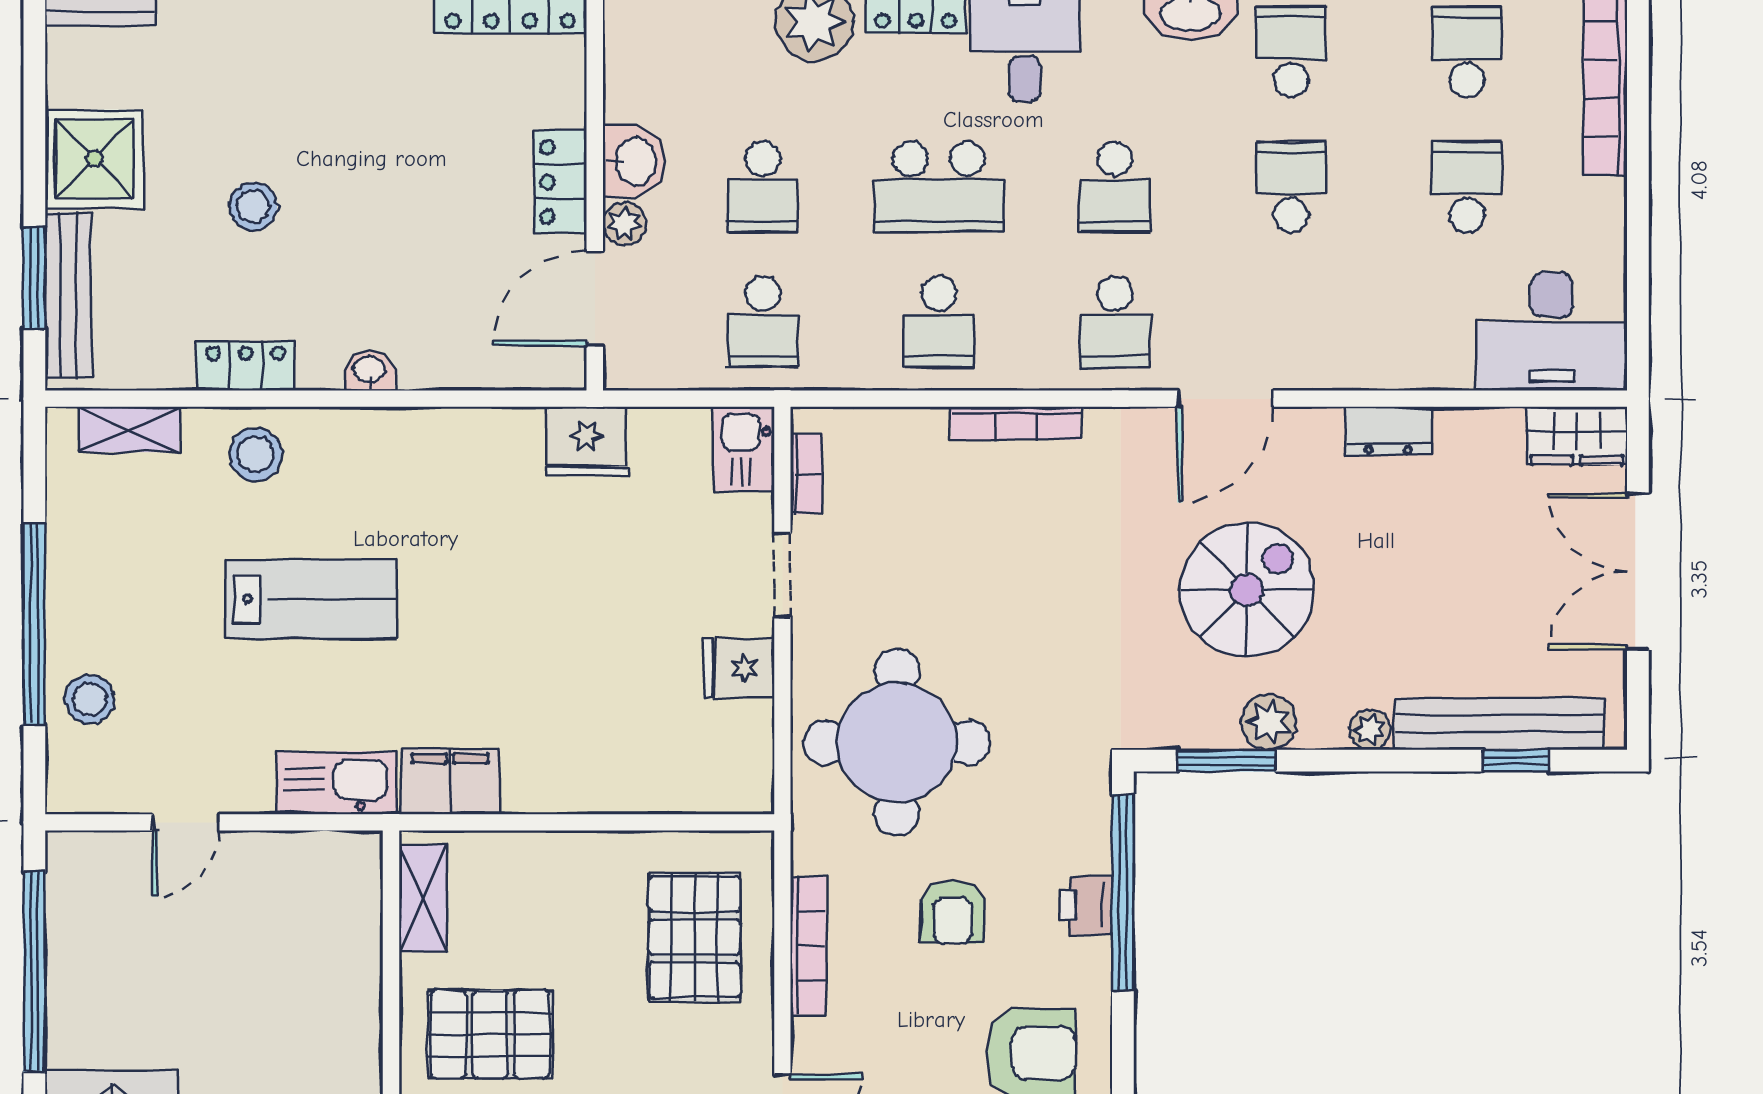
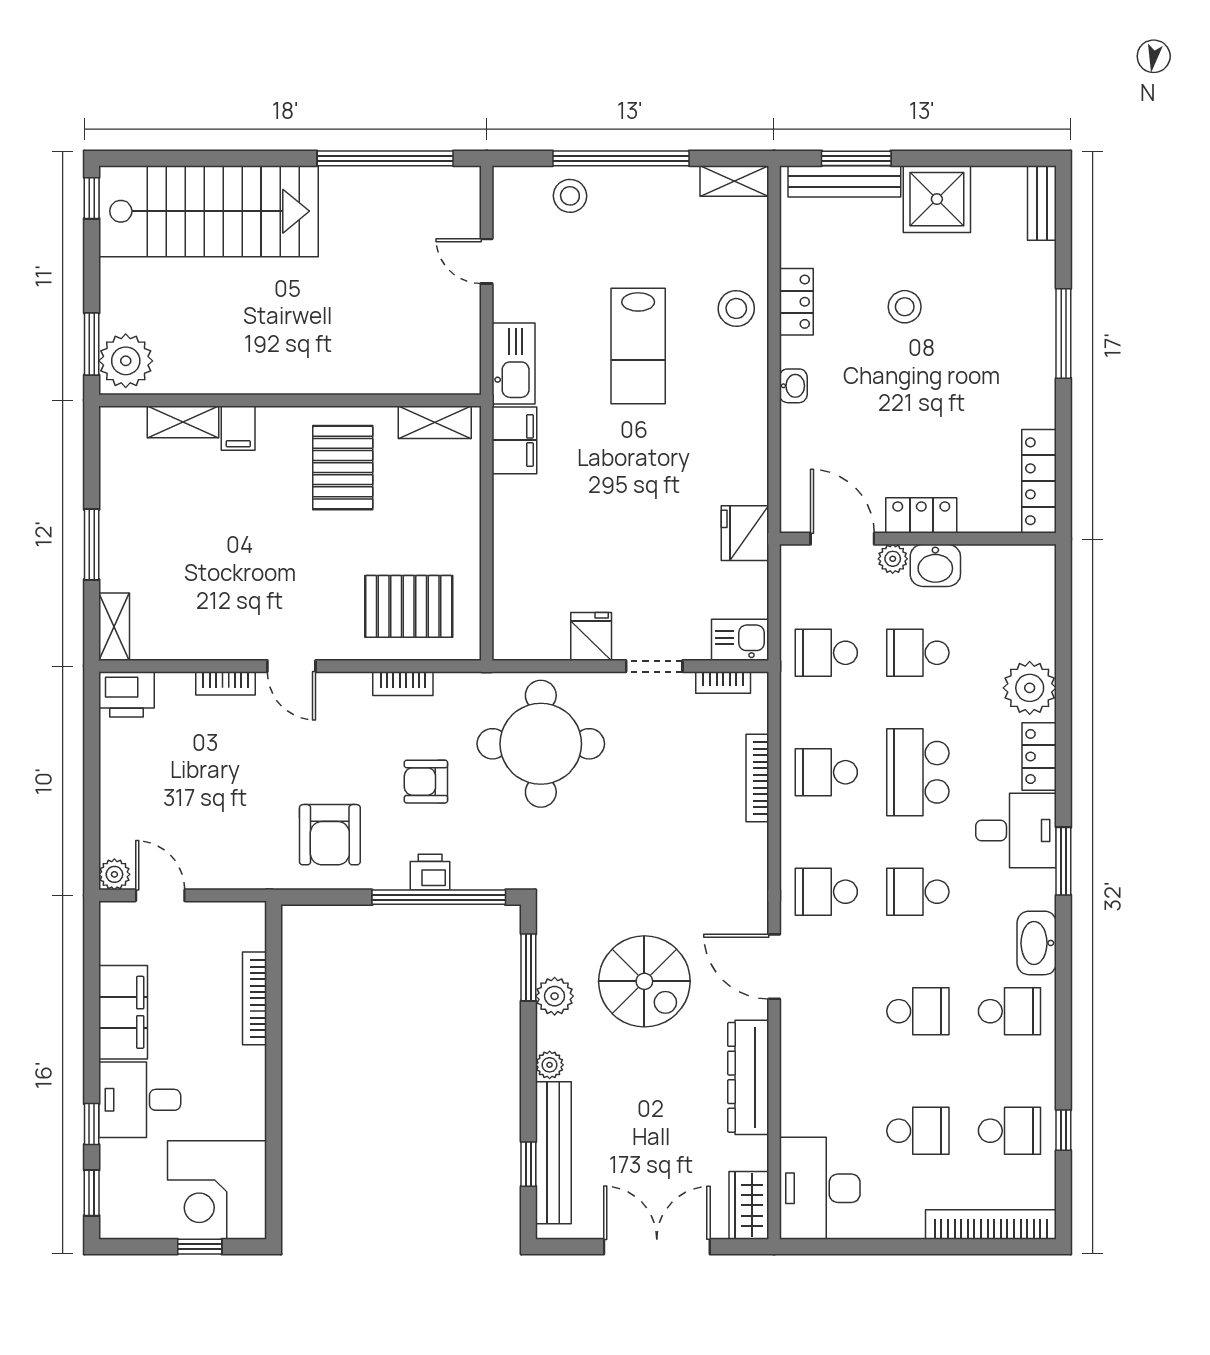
bookcase: (1016, 423) -> (757, 778), moved
shelving: (129, 429) -> (734, 181), moved, turned 90
dresser: (1388, 431) -> (748, 1077), width x1.96, depth x1.24
bookcase: (808, 946) -> (403, 684), width x0.64

